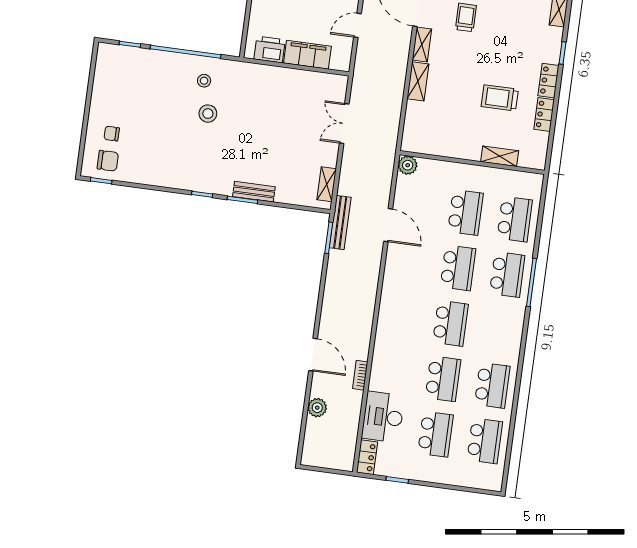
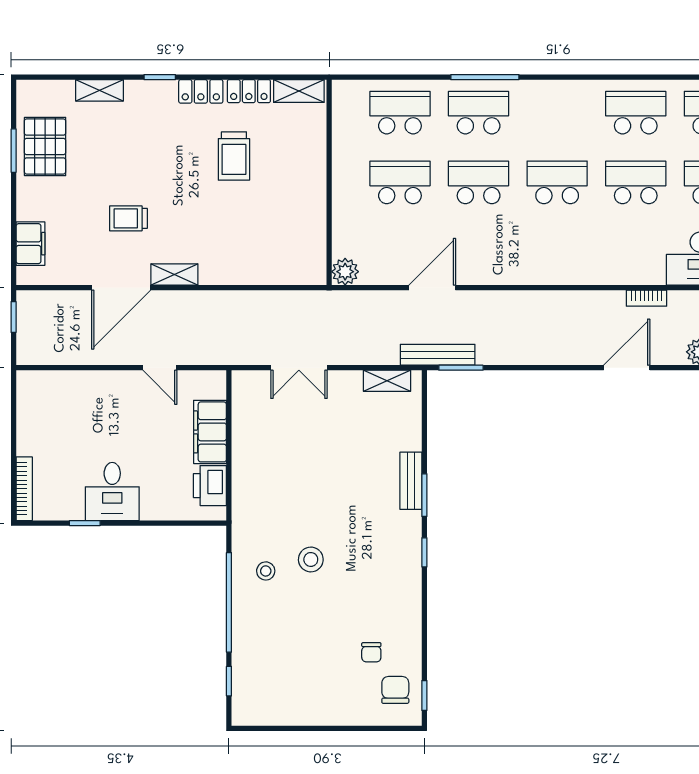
shelving: (418, 81) -> (226, 273), removed
chair: (112, 134) -> (371, 652), moved
shelving: (500, 156) -> (299, 91), moved, turned 90

